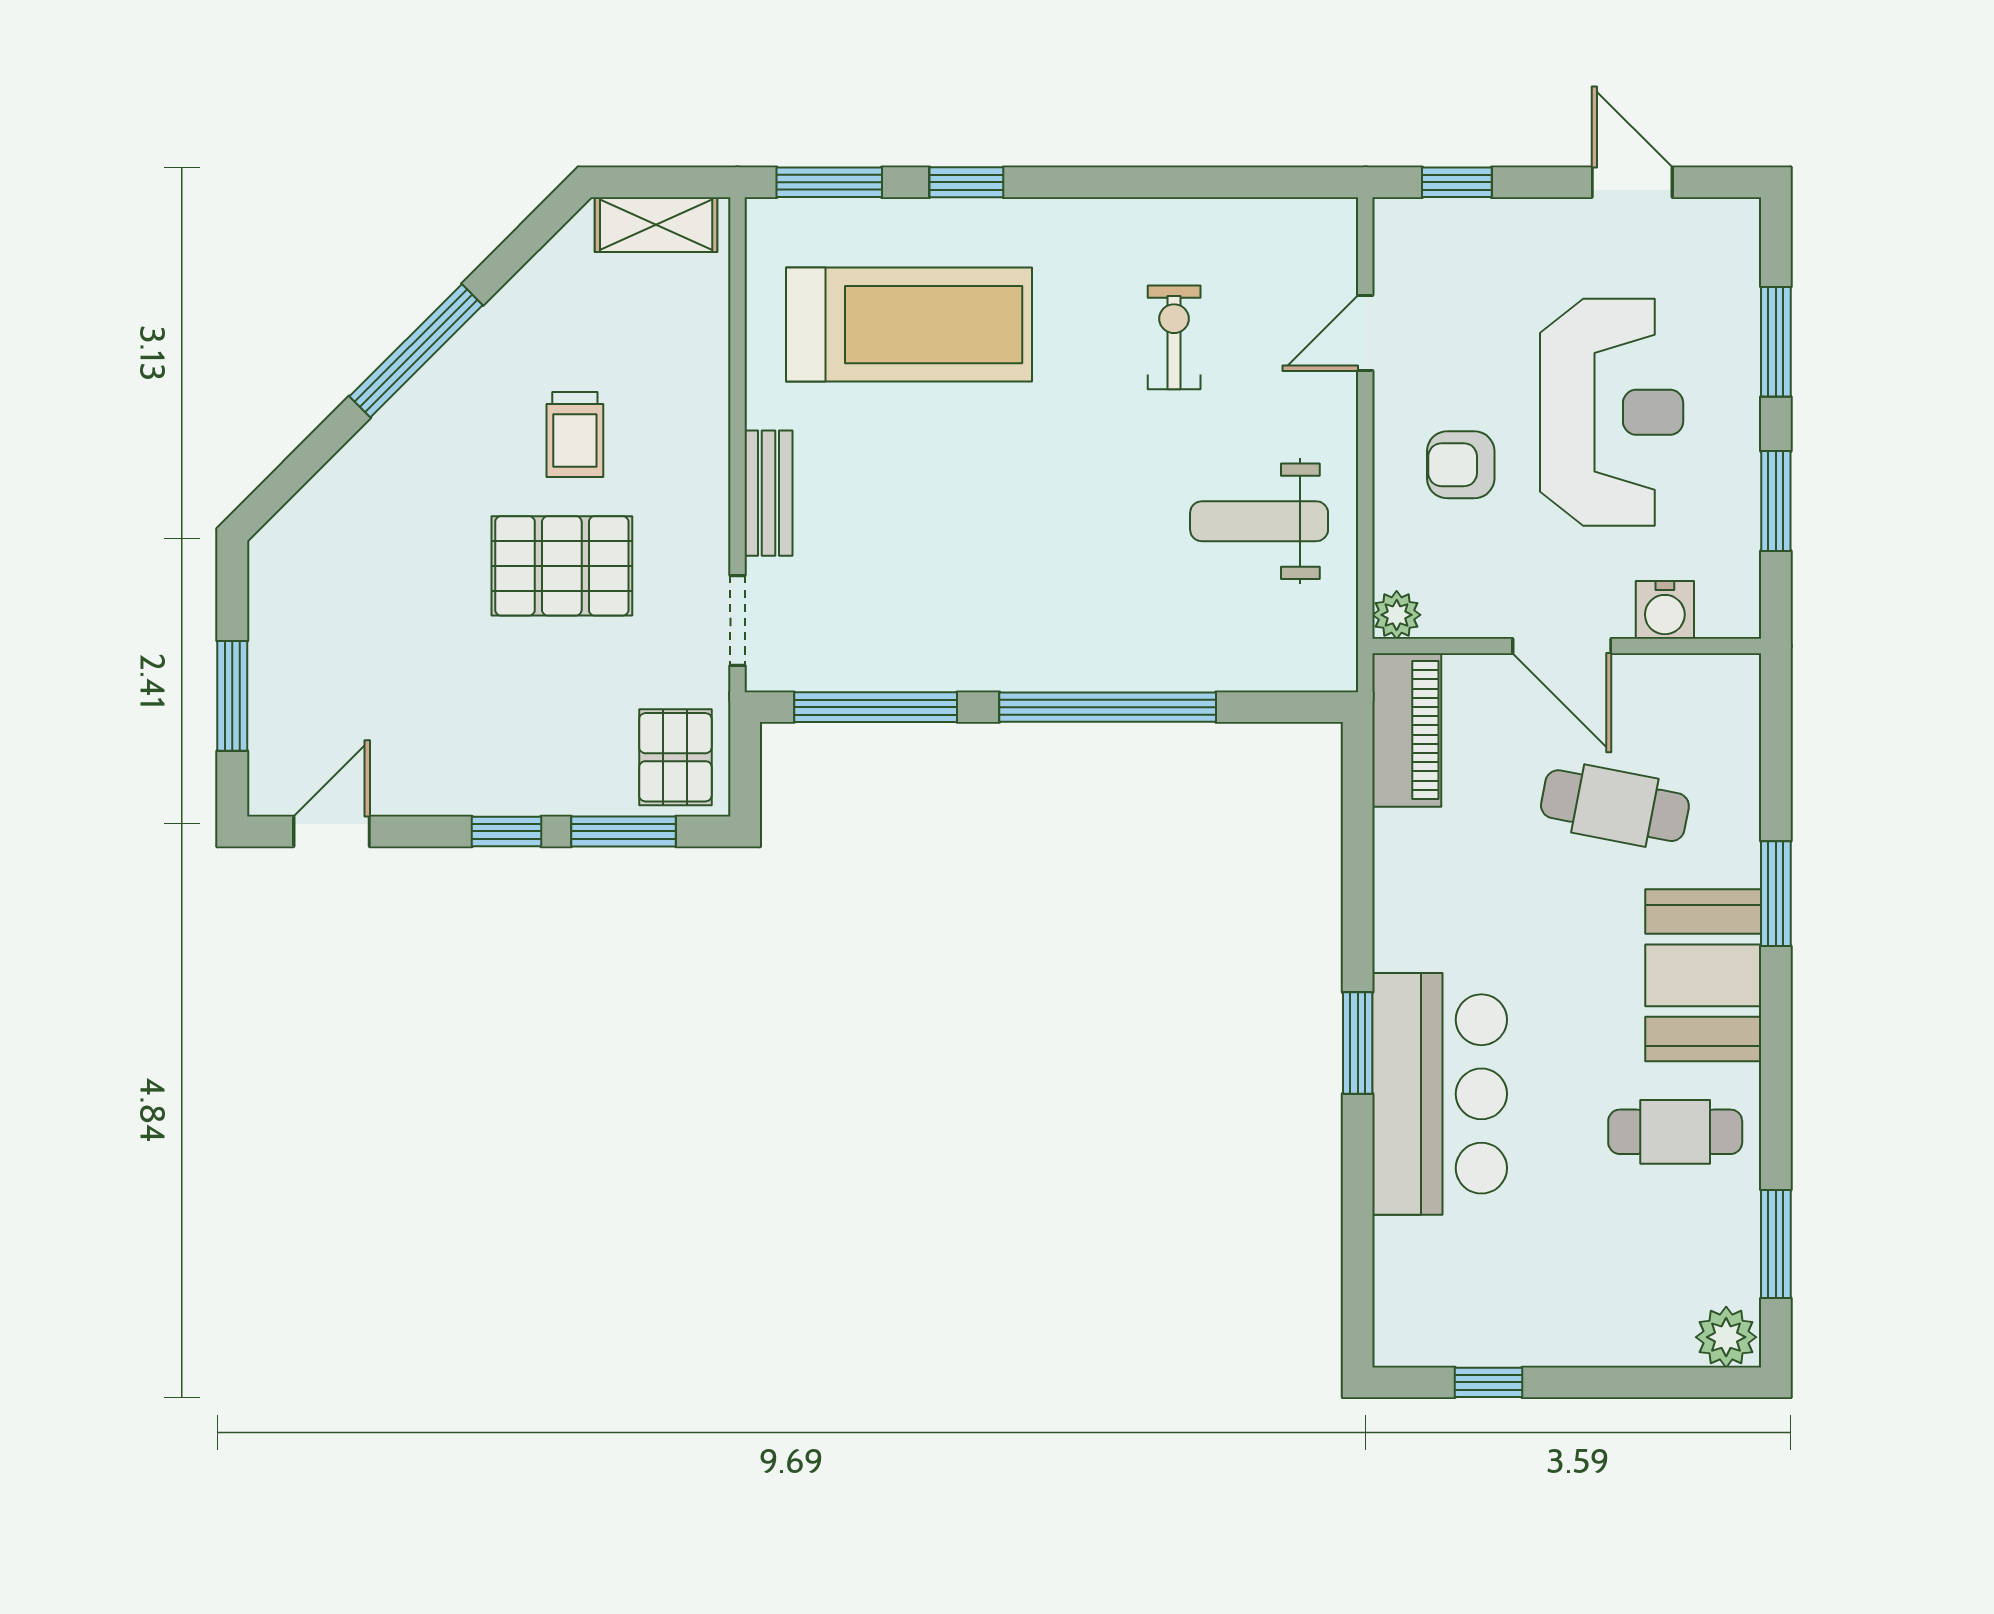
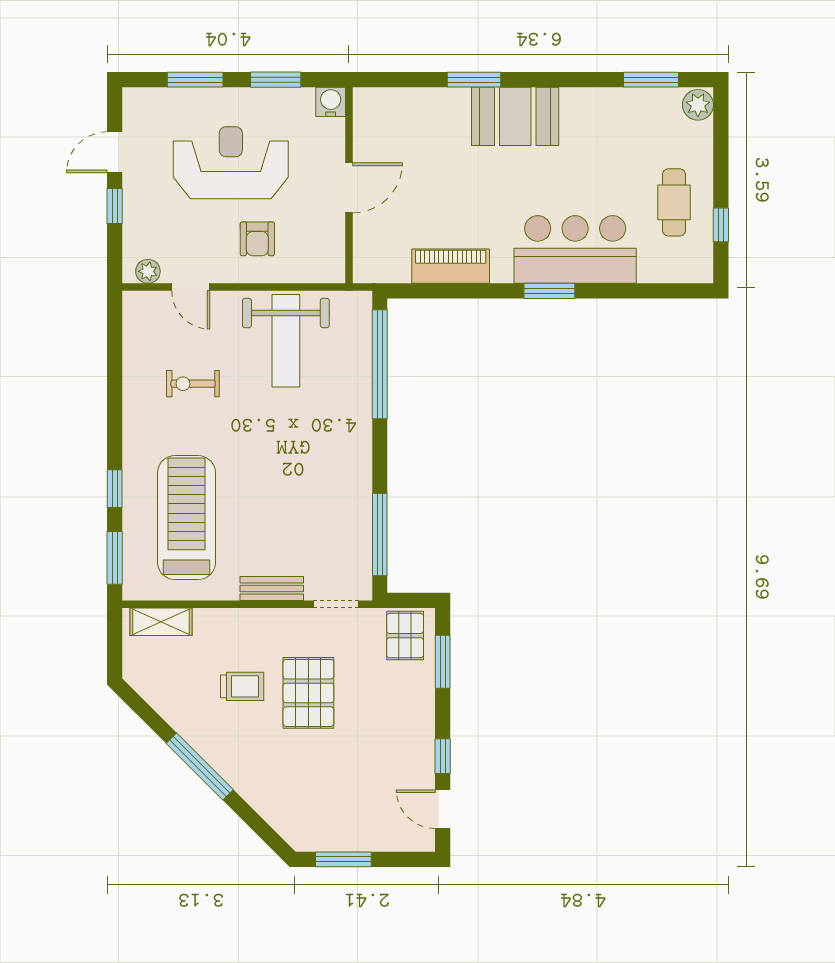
window: (1457, 182) -> (115, 206), moved
shelving: (656, 225) -> (161, 622), moved, turned 90
weight bench: (1259, 521) -> (286, 341), width x1.36, depth x1.33
water cooler: (1665, 610) -> (331, 102), moved, turned -90
plant: (1397, 615) -> (148, 271), moved
window: (232, 696) -> (343, 859), moved
window: (1108, 707) -> (380, 364), moved
piano: (1407, 730) -> (451, 266), moved
pallet: (675, 757) -> (405, 636), turned 90
cafe table: (1615, 806) -> (430, 161), removed
window: (506, 831) -> (443, 756), moved
cafe table: (1675, 1132) -> (674, 202), moved

